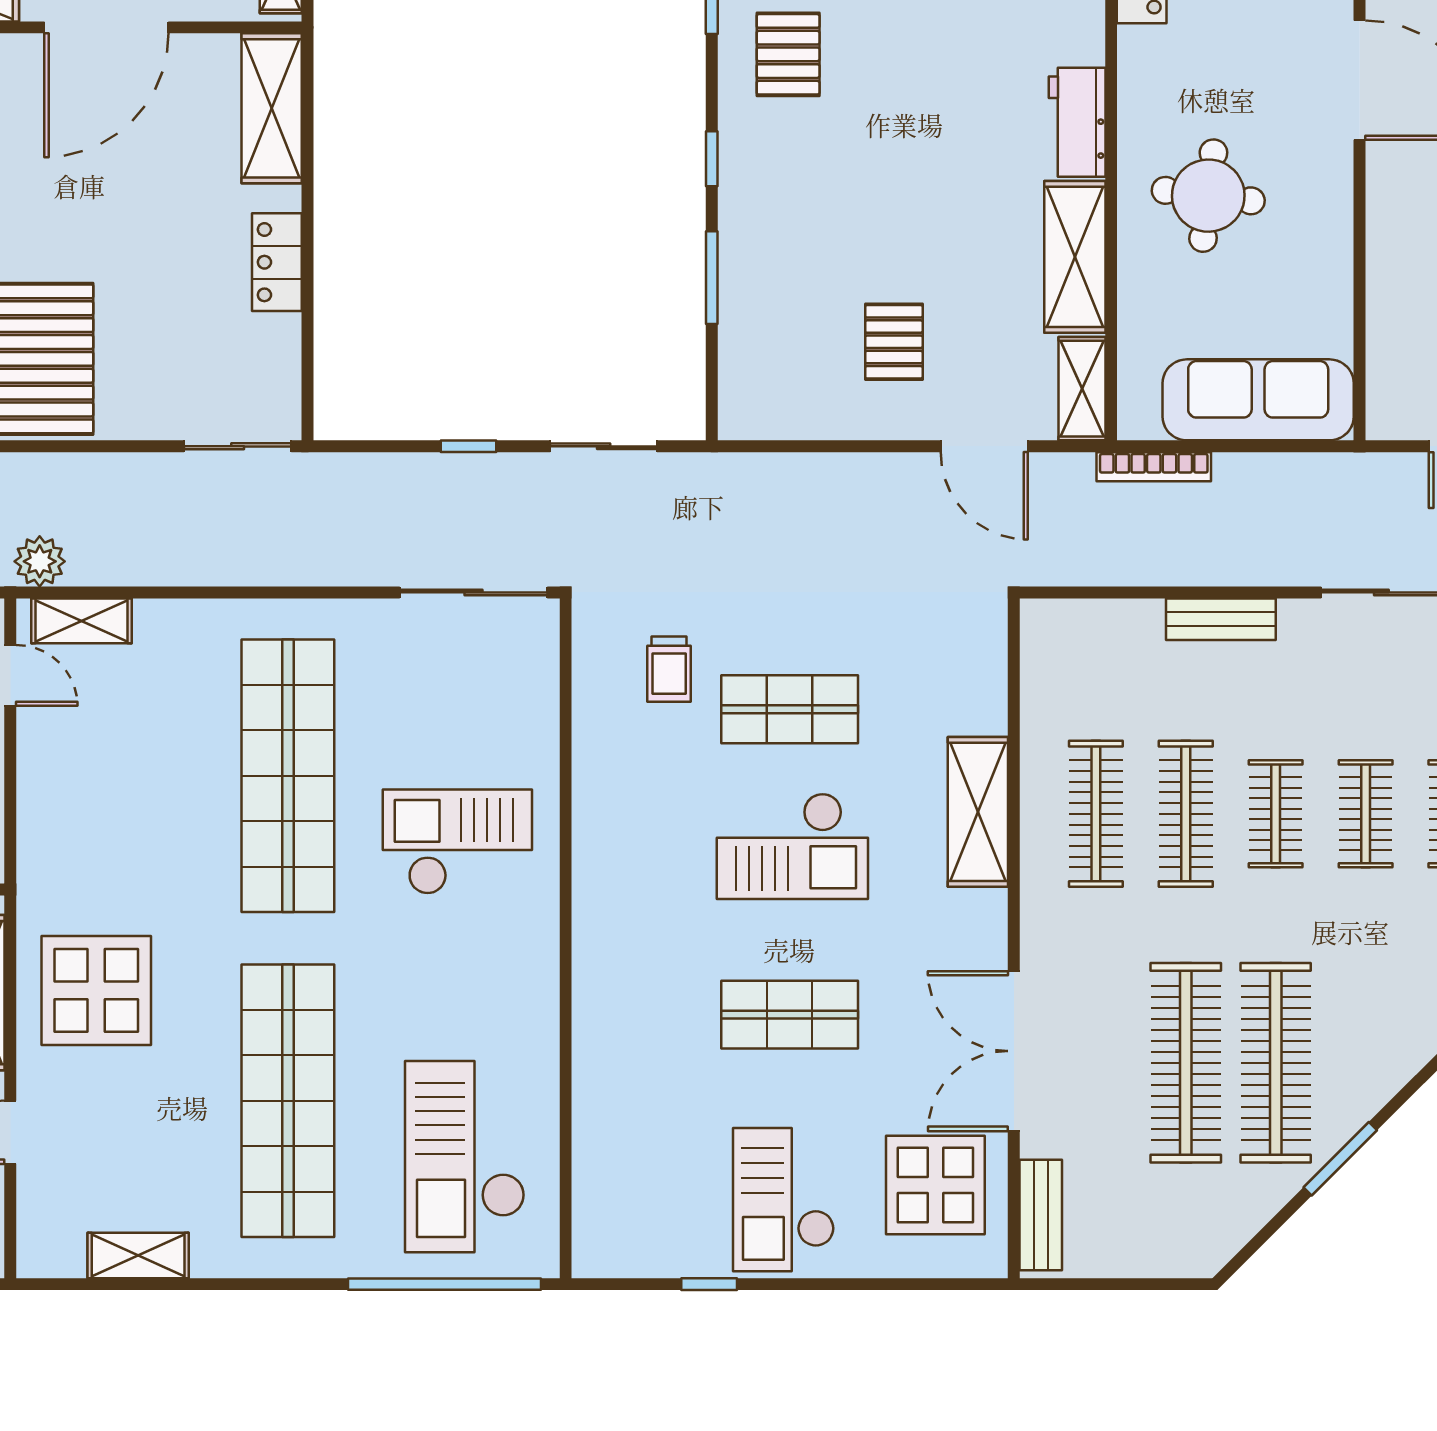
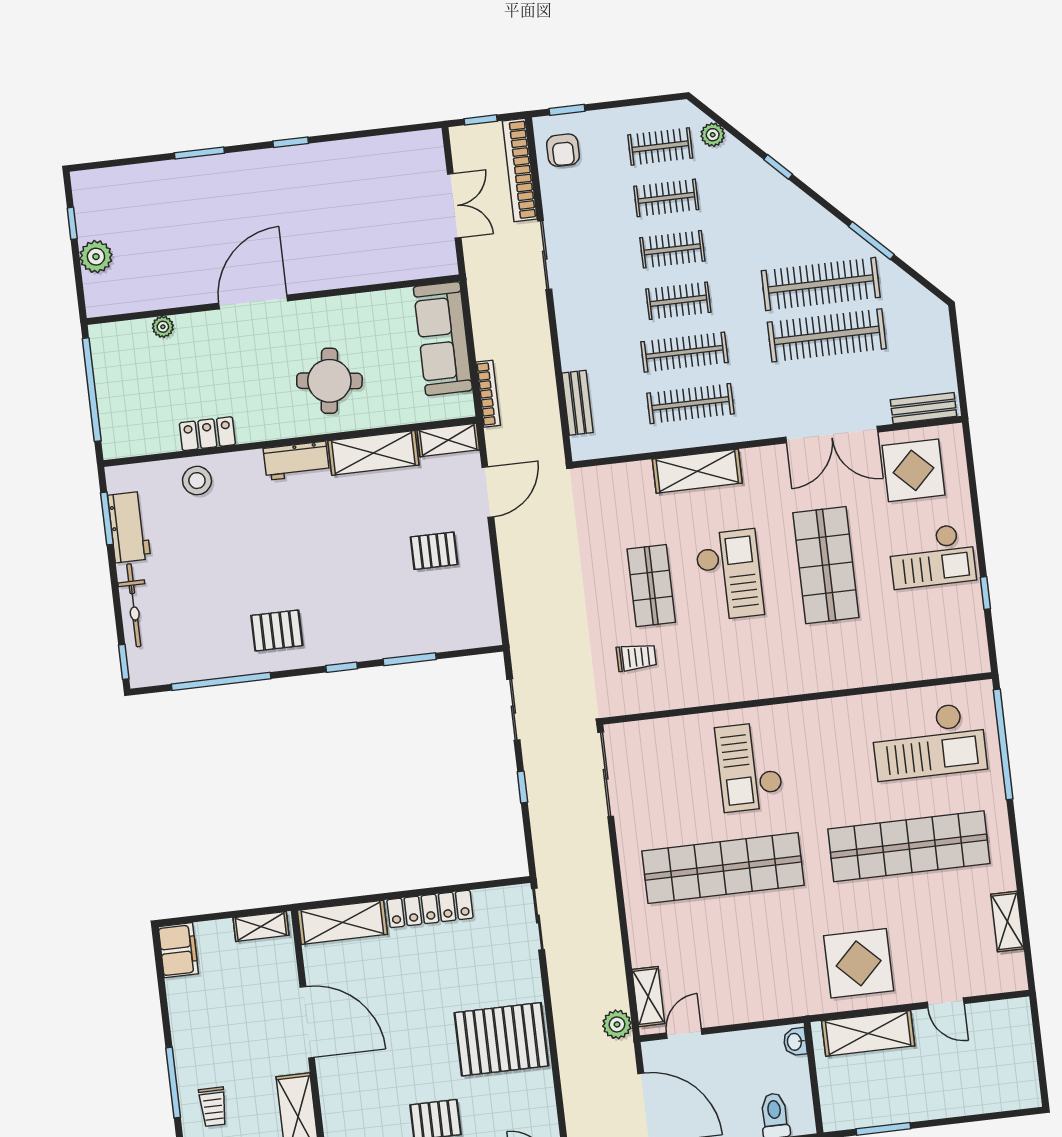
locker: (277, 262) -> (430, 909), width x1.53
bench: (1221, 619) -> (578, 403), moved
shop shelf: (790, 1015) -> (826, 565), width x1.43, depth x1.36

